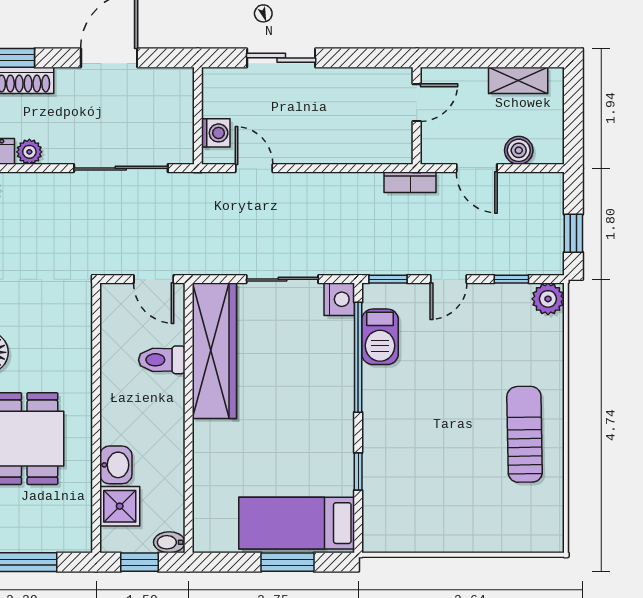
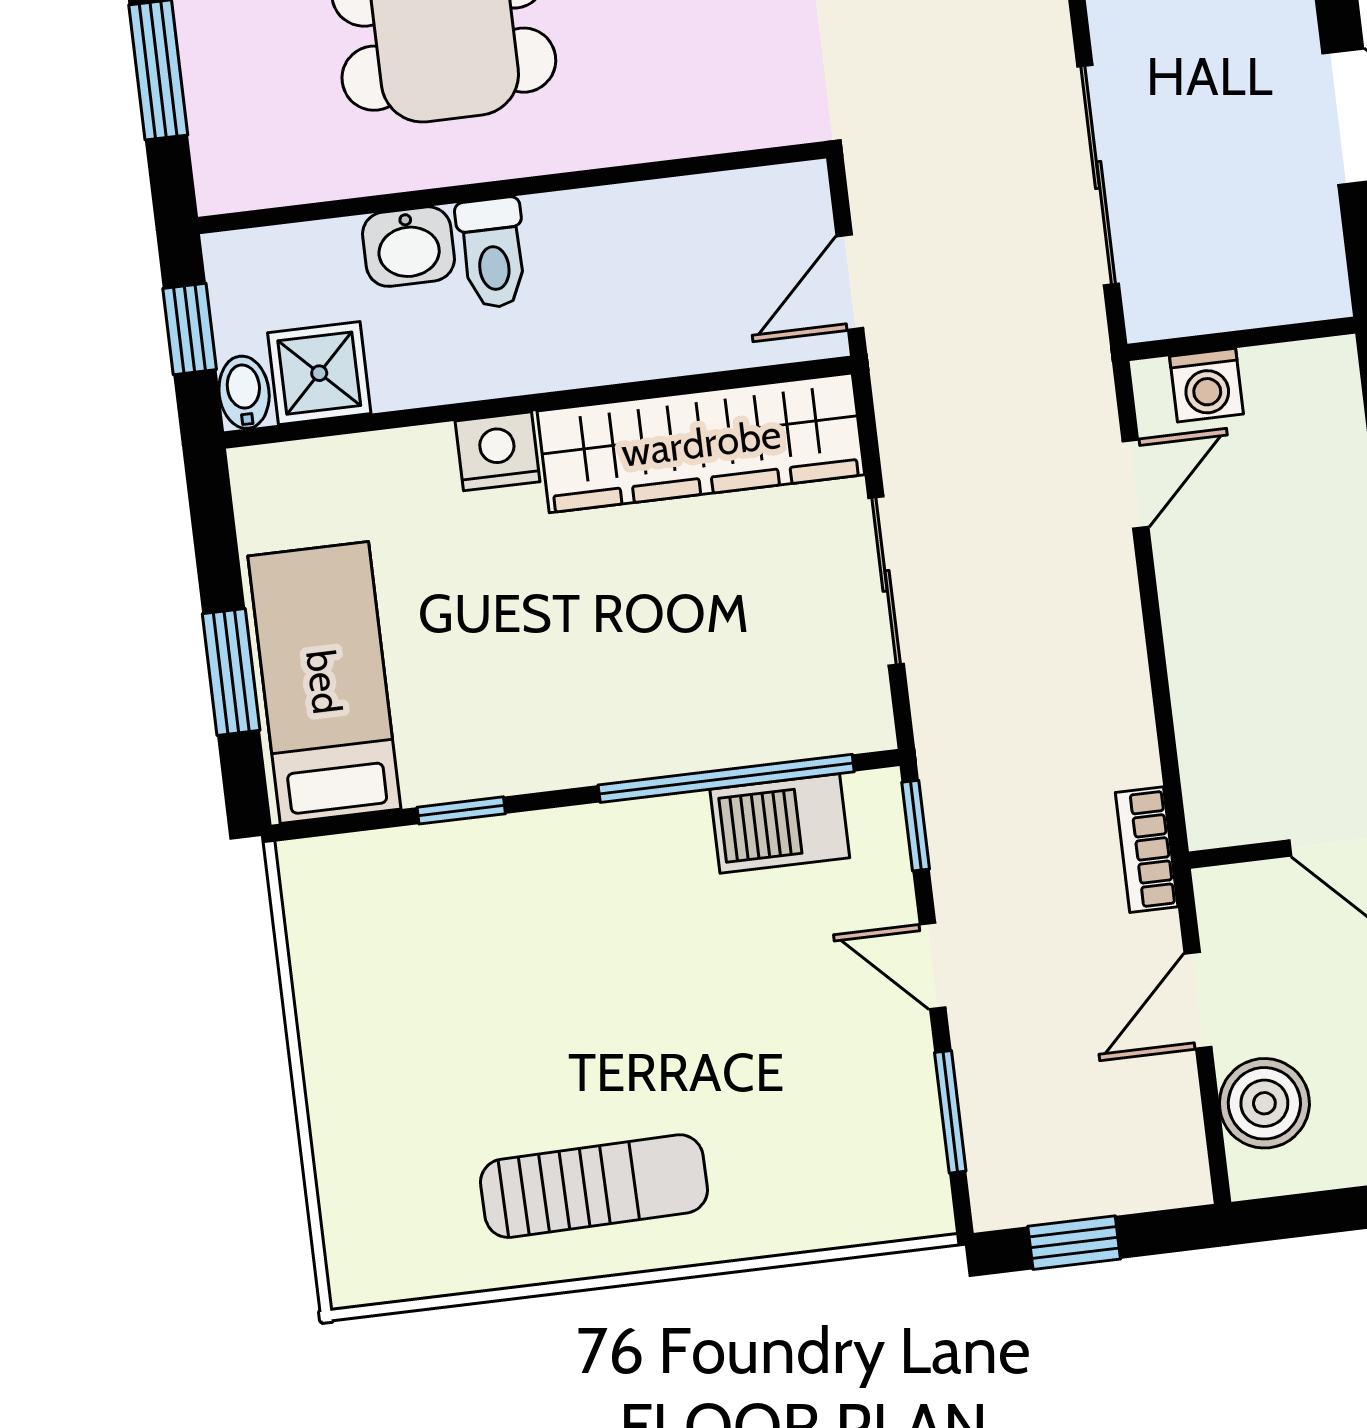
boiler: (519, 150) -> (1264, 1103), width x1.36, depth x1.36
window: (511, 279) -> (950, 1112), width x1.50
nightstand: (339, 299) -> (498, 451), moved, turned 180
plant: (548, 299) -> (915, 1202), removed
toilet: (162, 360) -> (493, 253), moved, turned 180
shower: (120, 506) -> (319, 373), moved

